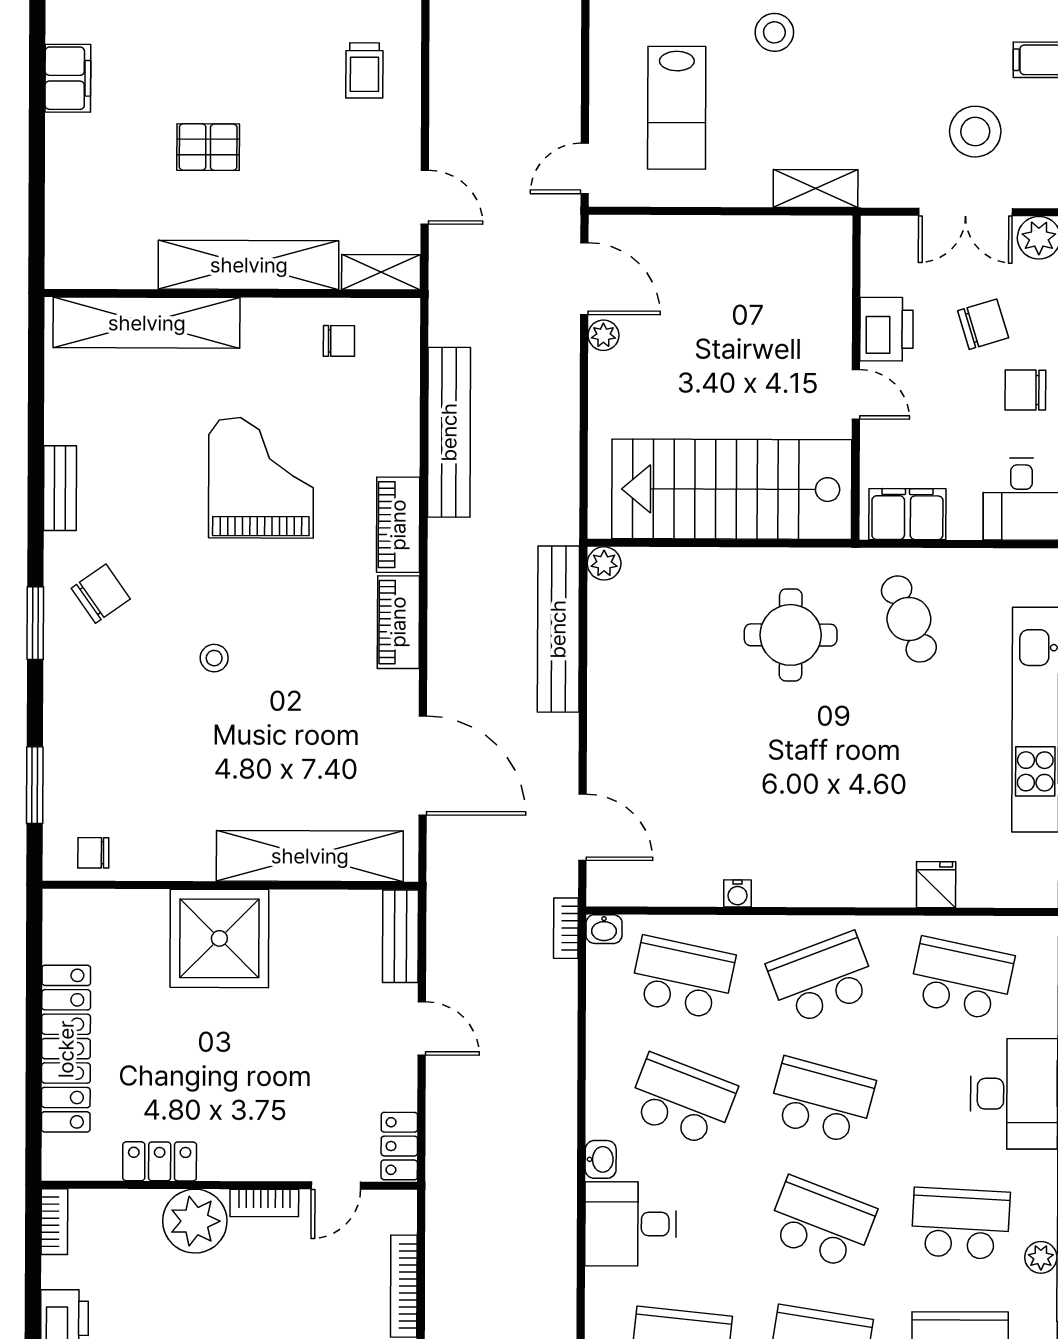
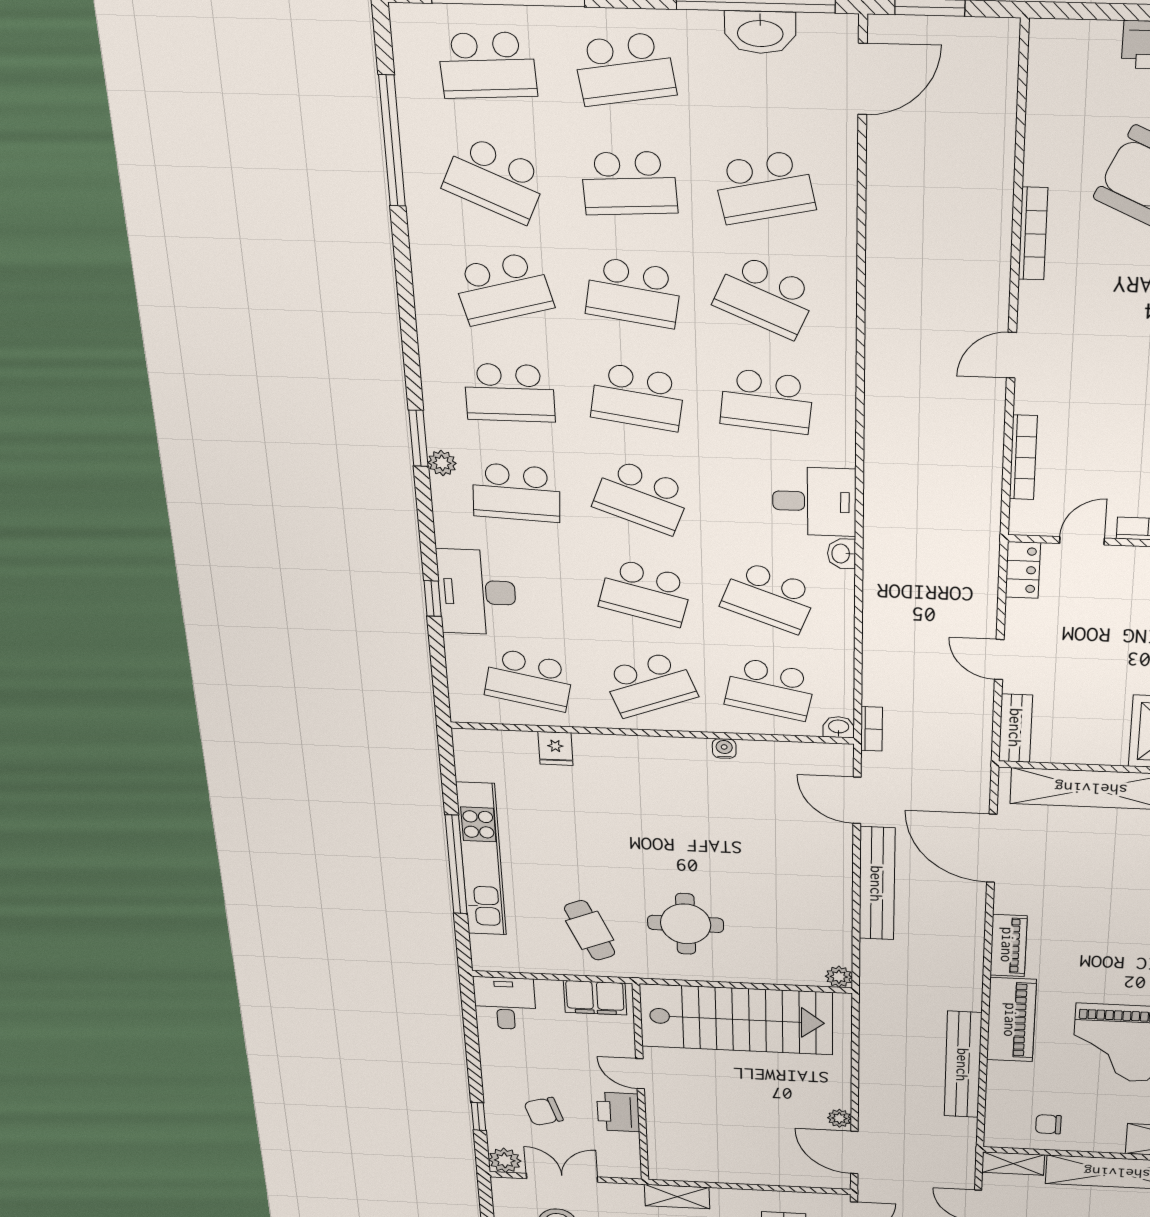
chair: (1025, 390) -> (507, 1070), removed
piano: (398, 525) -> (1011, 1020), width x1.37, depth x1.33
bench: (558, 629) -> (877, 884), moved

